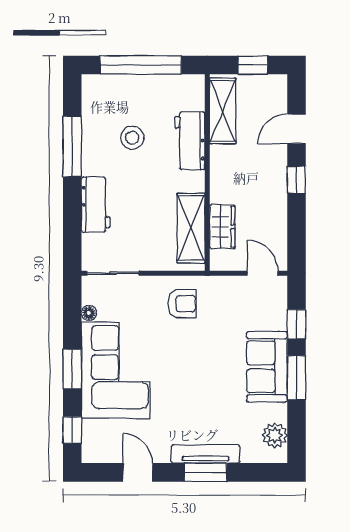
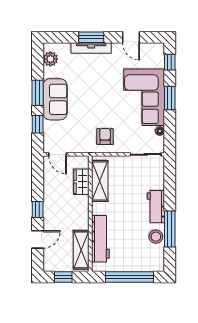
stool: (132, 138) -> (156, 237), moved
workbench: (190, 141) -> (100, 239), width x1.38
workbench: (96, 205) -> (156, 207), moved
armchair: (182, 304) -> (105, 137), turned 90

